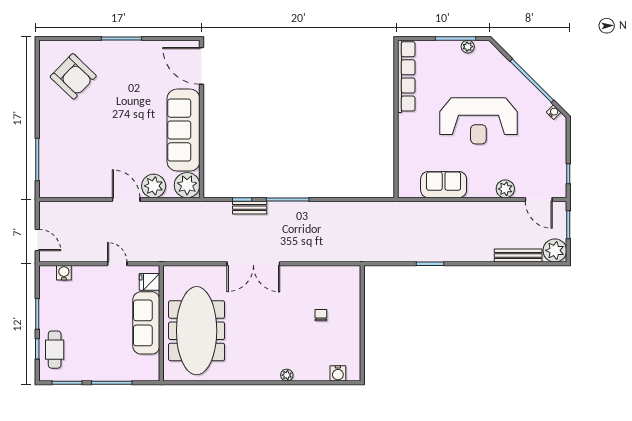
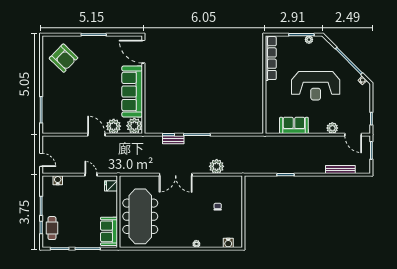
plant: (555, 250) -> (217, 166), moved
sofa: (146, 323) -> (109, 231), moved, width x0.73

